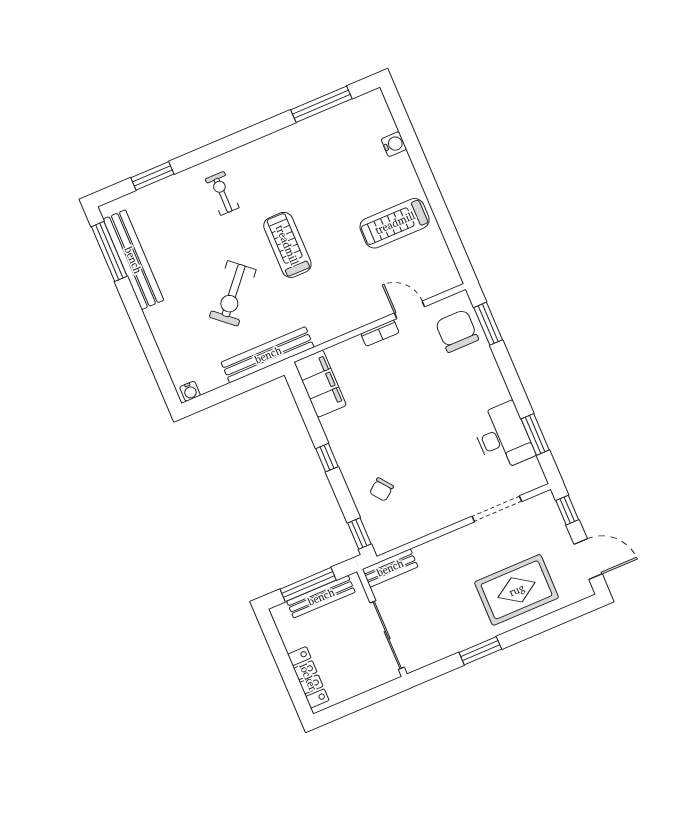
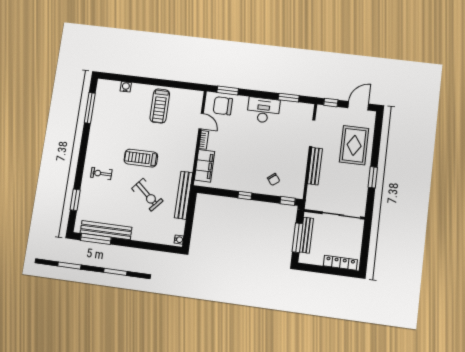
door: (409, 310) -> (201, 121), swing flipped
filing cabinet: (320, 384) -> (204, 166), moved, turned 90
desk: (503, 437) -> (263, 110), moved
bench: (390, 568) -> (315, 166), moved, width x1.36

